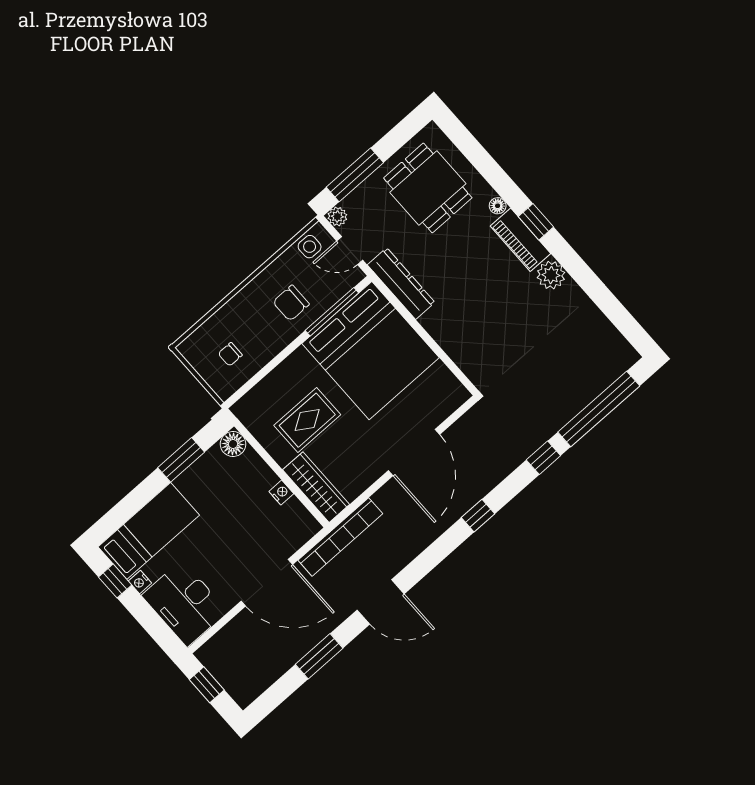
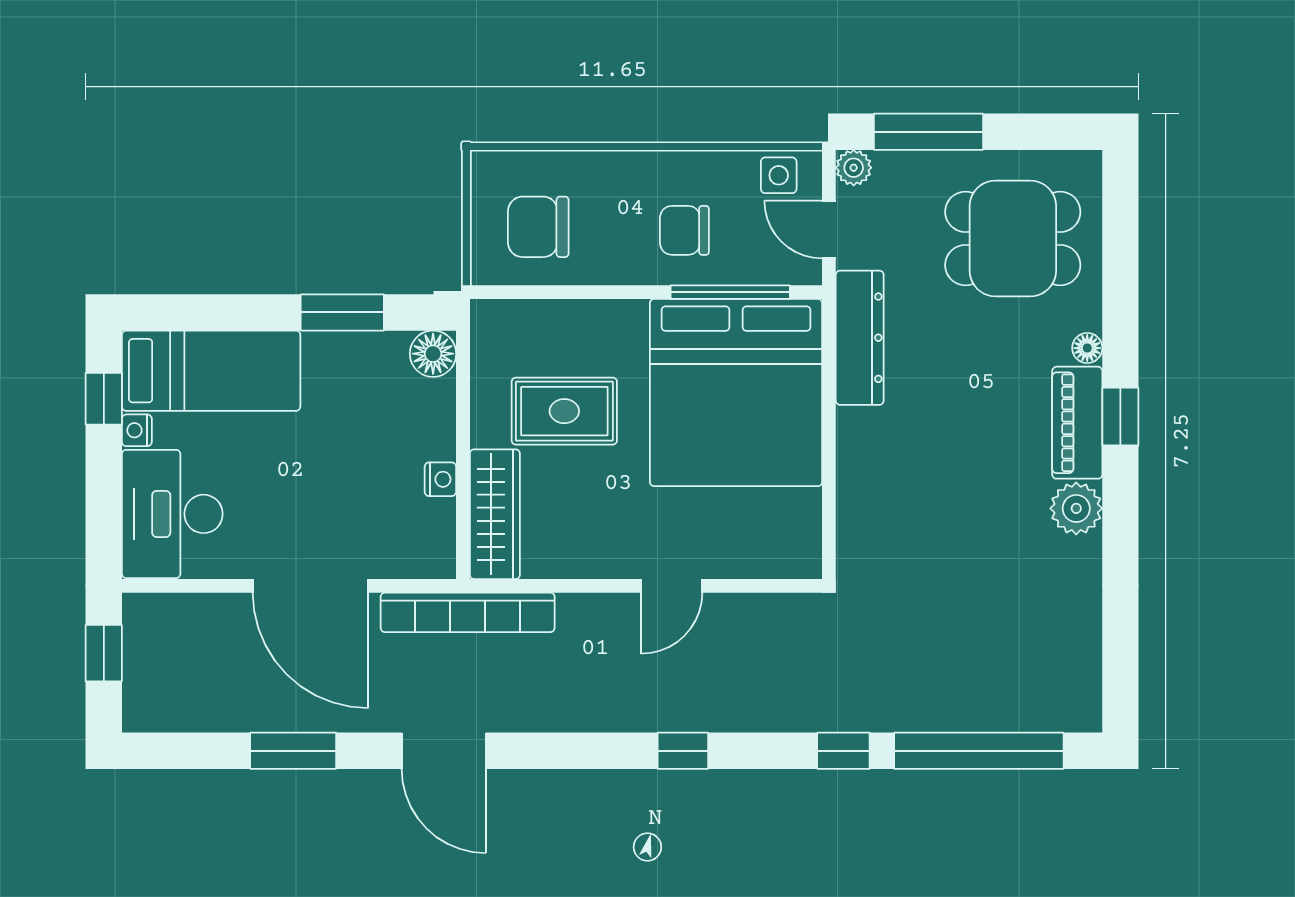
dining table: (428, 188) -> (1013, 238), turned 90
chair: (230, 354) -> (538, 227), width x1.87, depth x1.87
door: (414, 453) -> (672, 586), width x0.53

